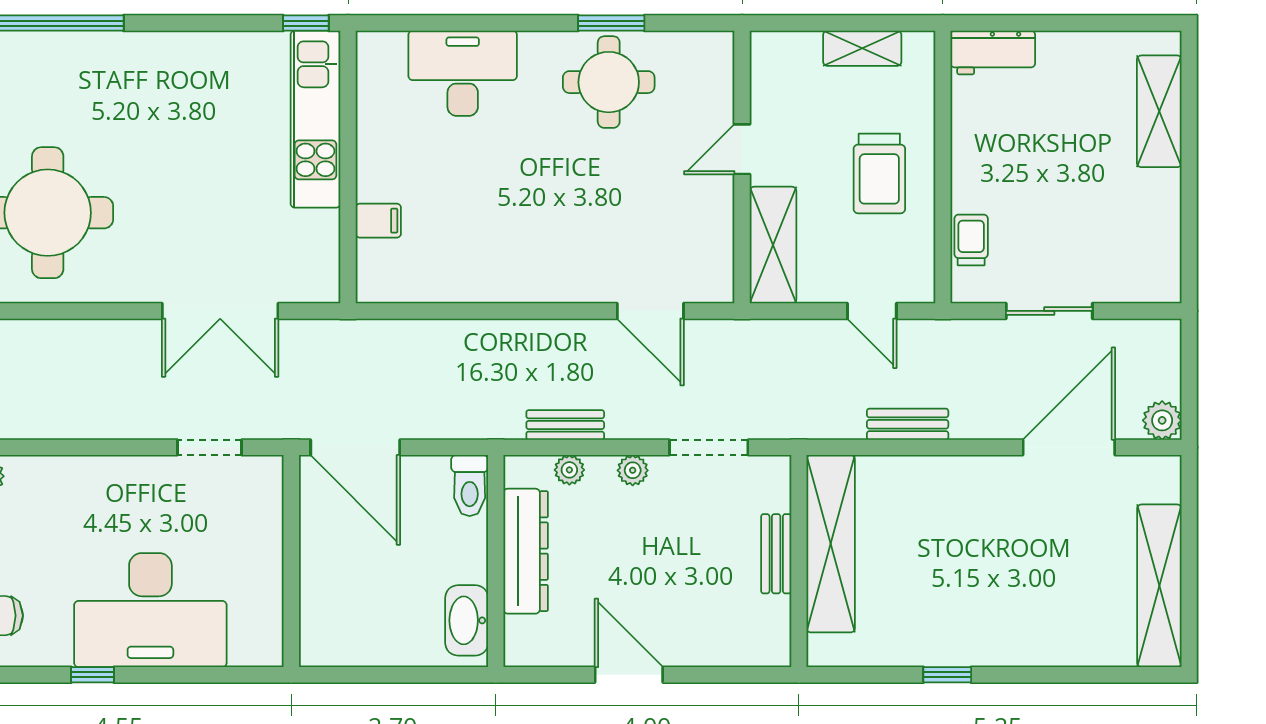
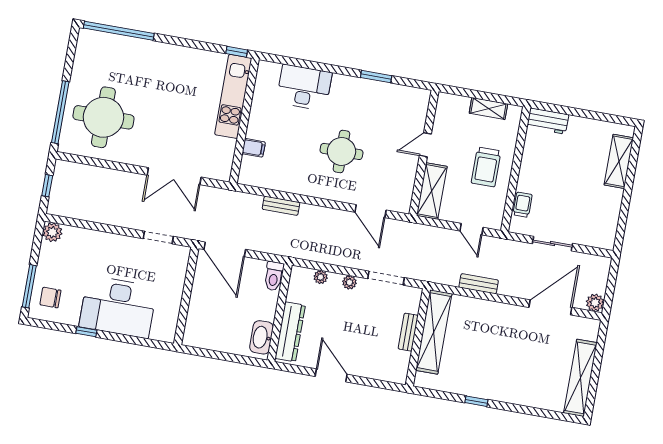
round table: (609, 82) -> (341, 151), moved
bench: (565, 425) -> (281, 206), moved
dresser: (526, 551) -> (290, 332), moved

